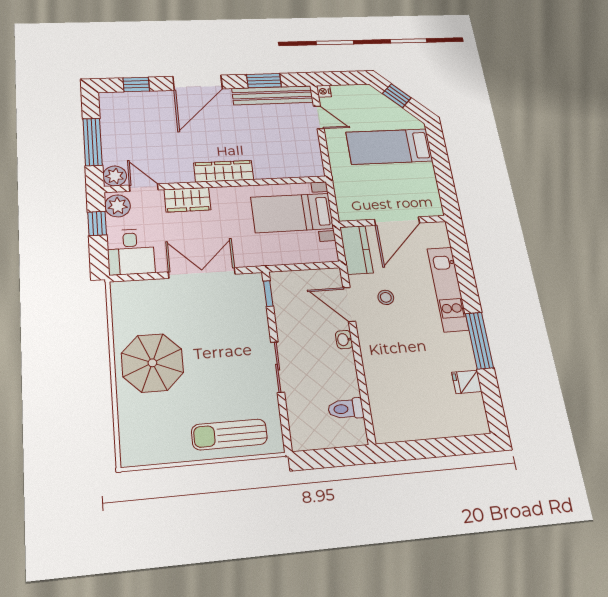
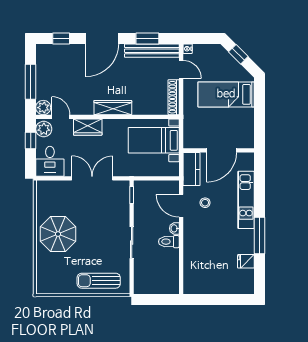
shoe rack: (314, 153) -> (174, 97), added
toilet: (346, 409) -> (169, 242), moved

